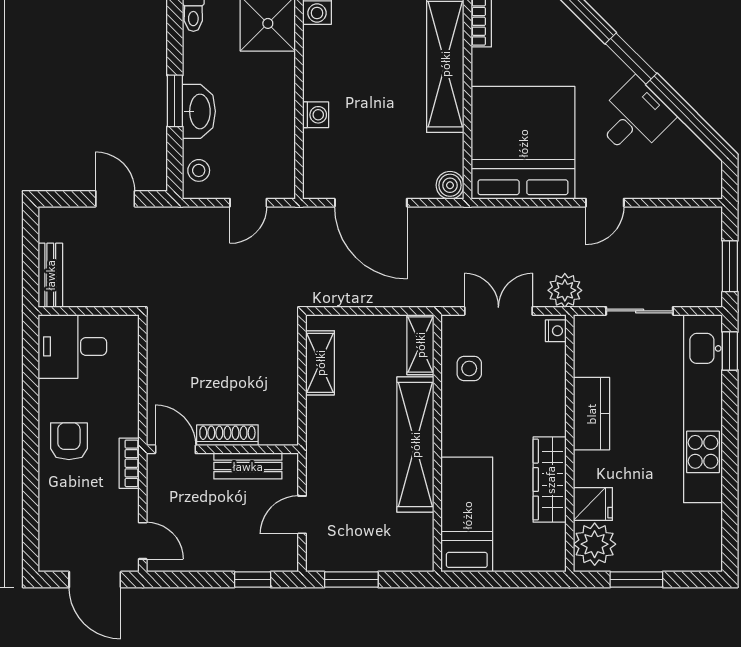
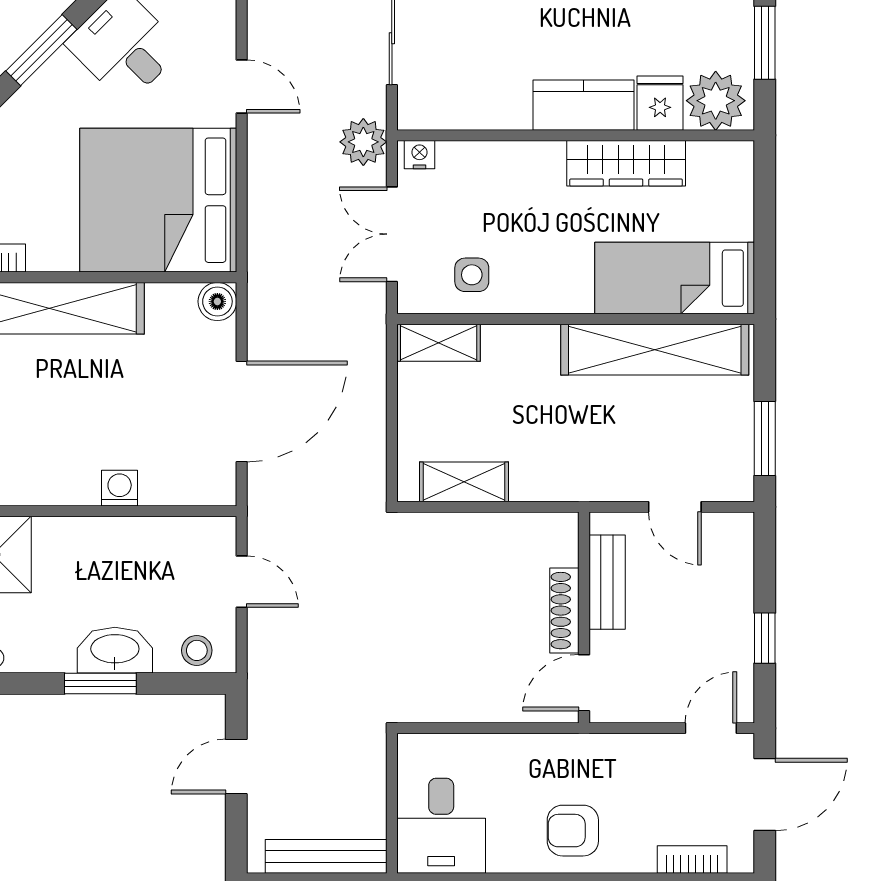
bench: (50, 275) -> (326, 856), width x1.36
kitchen counter: (591, 414) -> (583, 105), moved
shelving: (415, 445) -> (655, 350), moved
bookcase: (129, 463) -> (692, 860), moved, turned 180
window: (253, 579) -> (765, 638), moved

